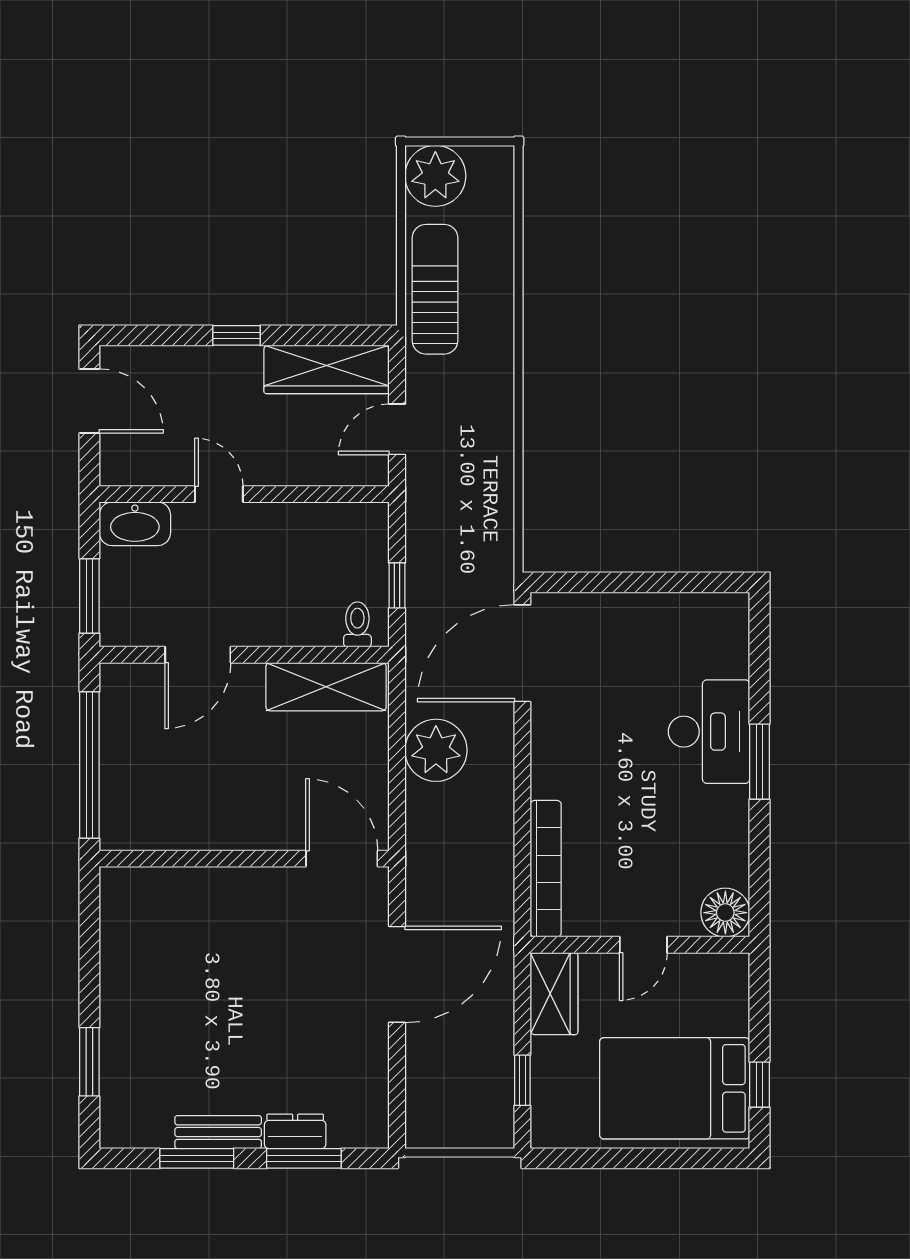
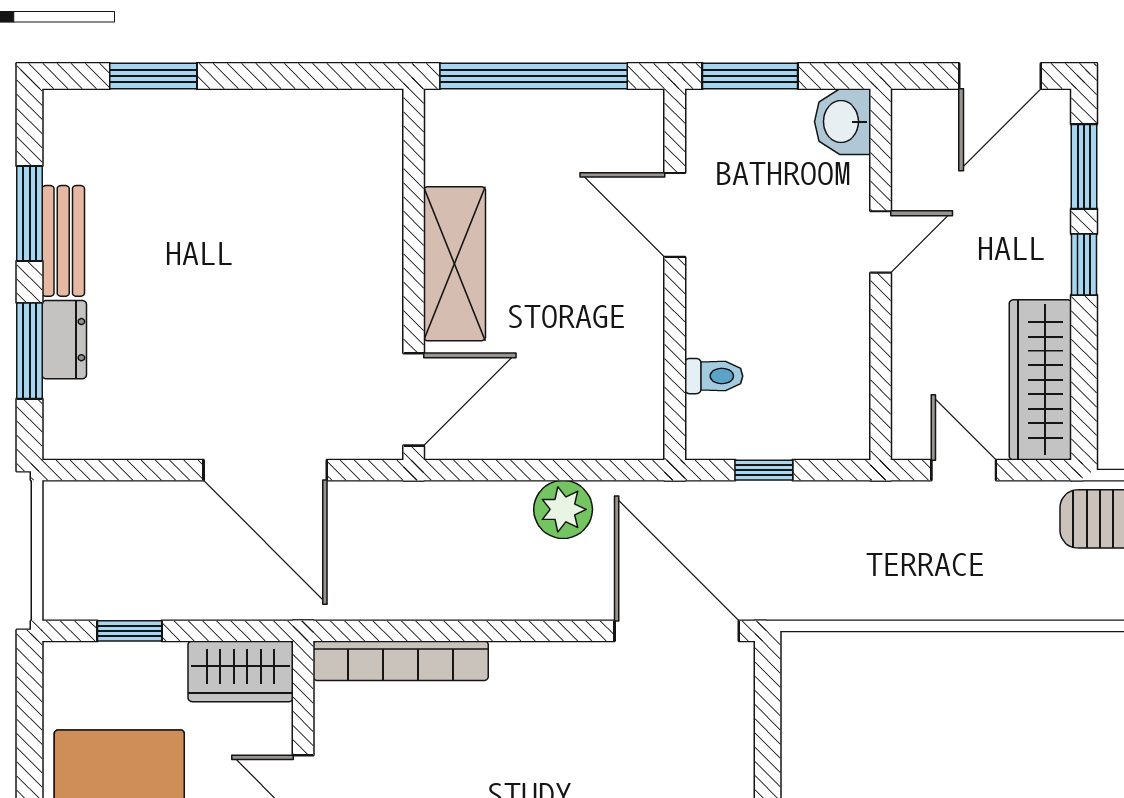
window: (160, 335) -> (1084, 167), added
washbasin: (135, 524) -> (843, 122), width x0.72
toilet: (357, 624) -> (714, 376), moved
shelving: (326, 687) -> (455, 264), moved
plant: (436, 750) -> (563, 509), width x0.73, depth x0.73

